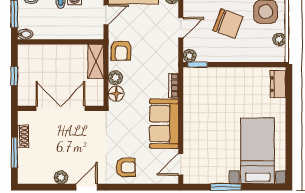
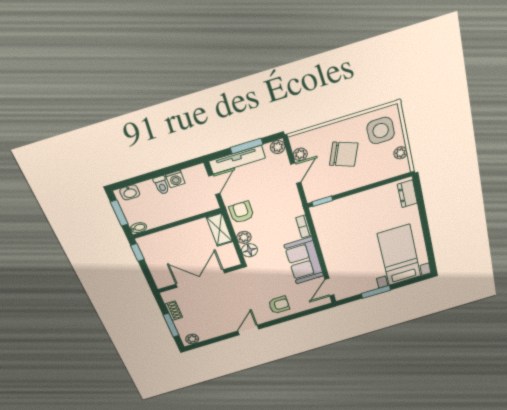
armchair: (121, 50) -> (241, 212), turned 180
plant: (190, 56) -> (300, 154), moved
window: (14, 76) -> (137, 252), moved
plant: (61, 177) -> (192, 339), moved

